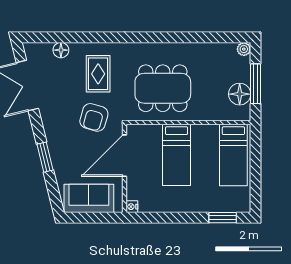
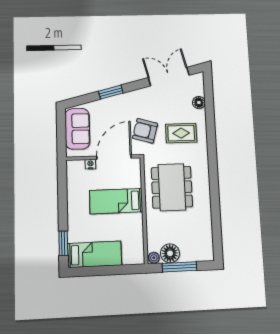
plant: (244, 49) -> (154, 258), moved
bed: (233, 155) -> (95, 254), moved, turned 180
door: (124, 156) -> (114, 157), hinge flipped
nightstand: (132, 207) -> (90, 164), moved

